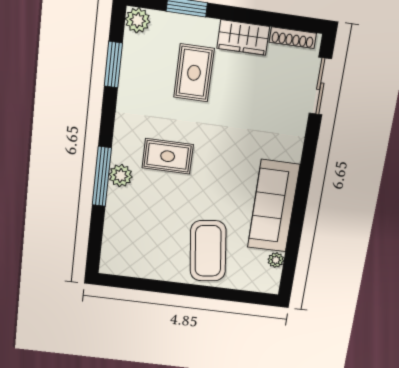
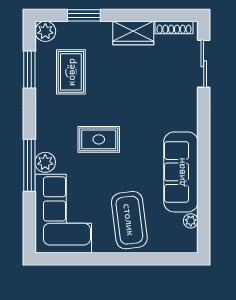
rug: (194, 73) -> (71, 72), moved
rug: (168, 156) -> (99, 139), moved
corner sofa: (135, 235) -> (63, 214), added

